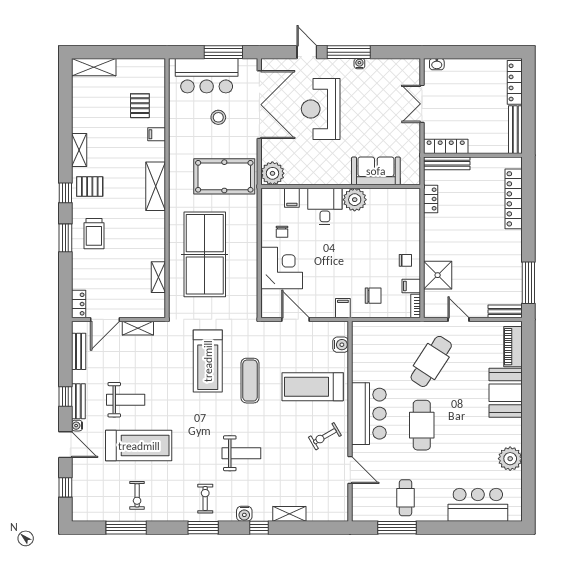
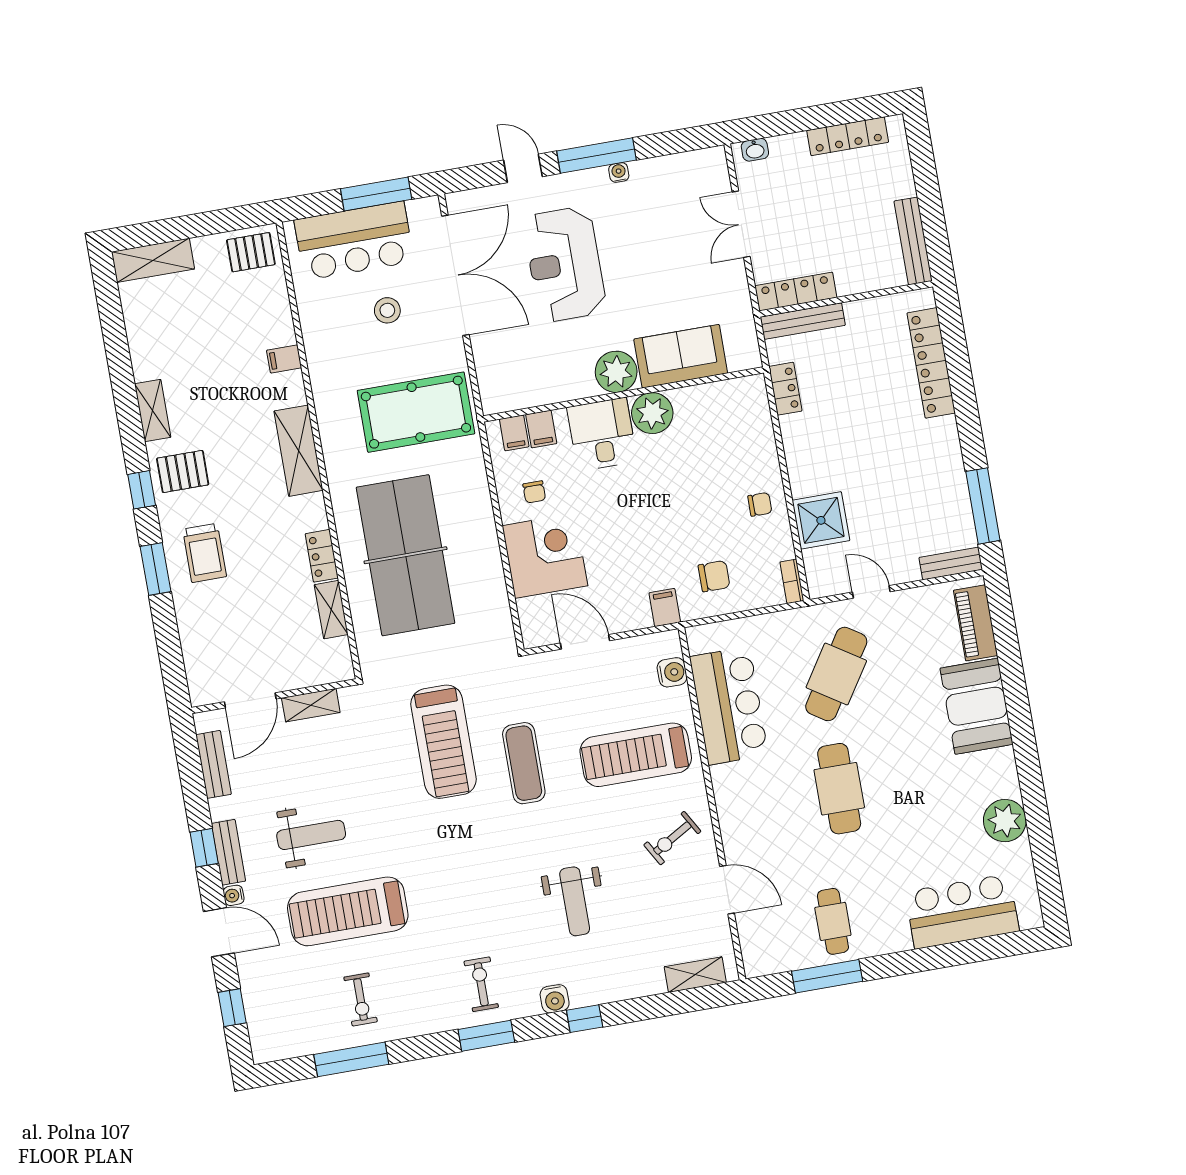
locker: (515, 82) -> (848, 136), moved, turned -90
pallet: (140, 106) -> (251, 252), moved, turned 90
plant: (272, 173) -> (616, 372), moved
filing cabinet: (411, 286) -> (514, 433), moved, turned -90
locker: (79, 304) -> (322, 556), moved, turned 180
bar counter: (369, 414) -> (729, 706), moved
treadmill: (139, 446) -> (348, 911), turned 180
weight bench: (241, 453) -> (575, 901), moved, turned 90
shelving: (289, 514) -> (695, 975), moved

